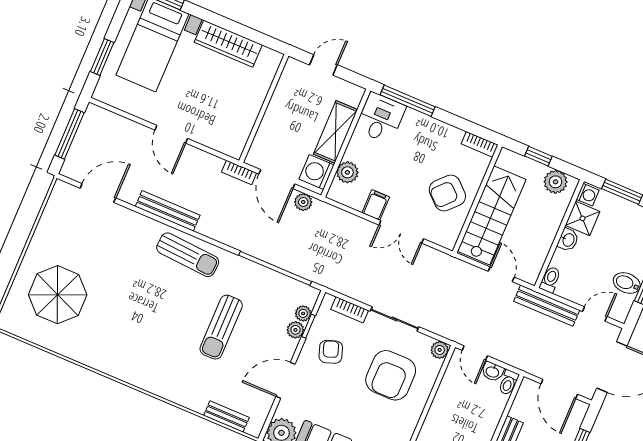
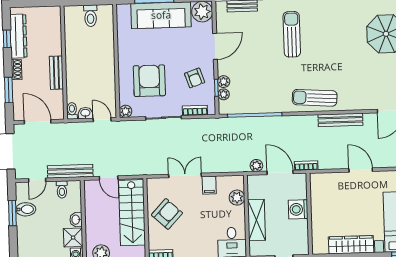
washing machine: (317, 172) -> (298, 209), moved, turned 180
toilet: (550, 280) -> (62, 189), moved
sun lounger: (221, 327) -> (292, 34), moved

